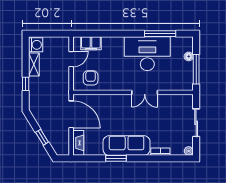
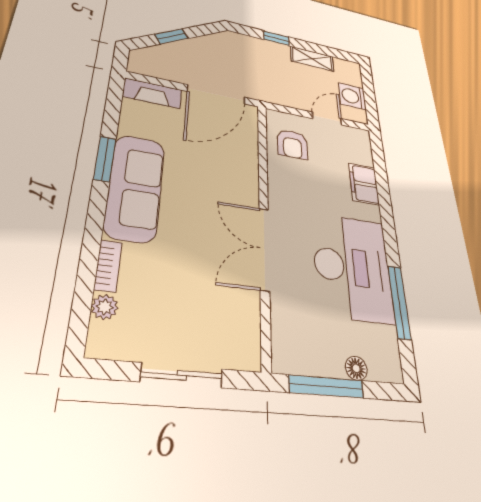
filing cabinet: (91, 43) -> (364, 184), moved
washing machine: (36, 45) -> (352, 96), moved, turned 90
door: (71, 59) -> (327, 119), swing flipped
armchair: (91, 78) -> (292, 144), turned 90
double door: (145, 92) -> (264, 248), width x1.37
plant: (189, 151) -> (105, 307), moved

